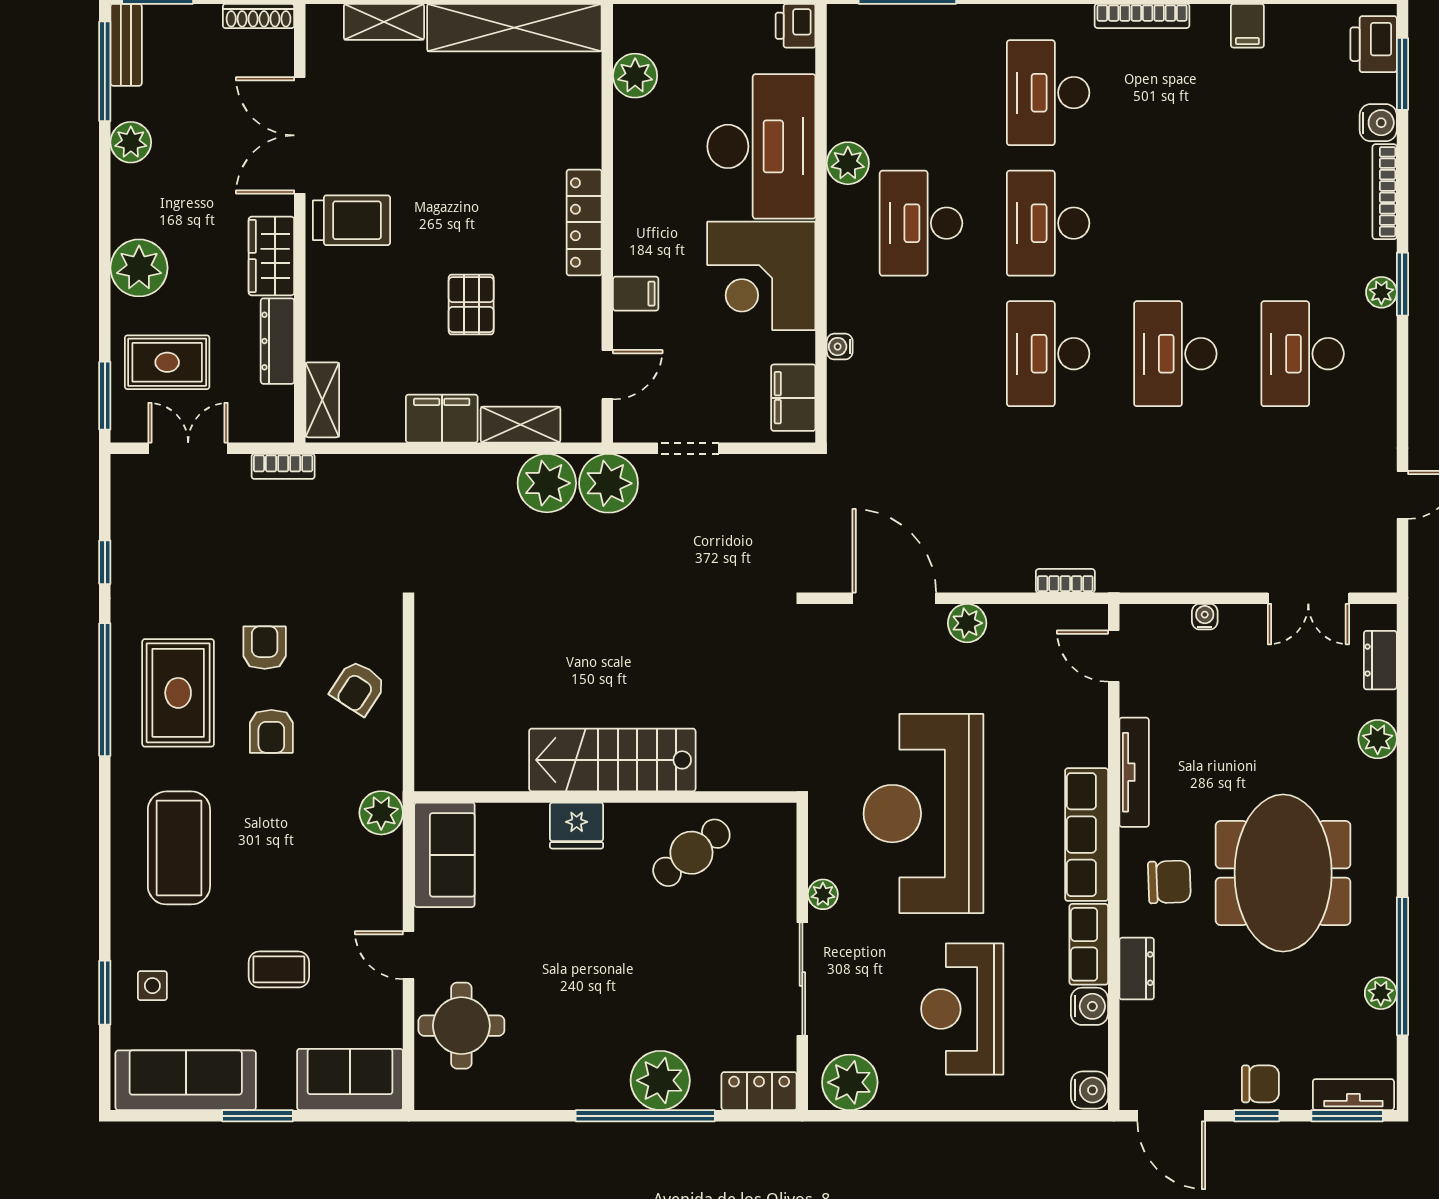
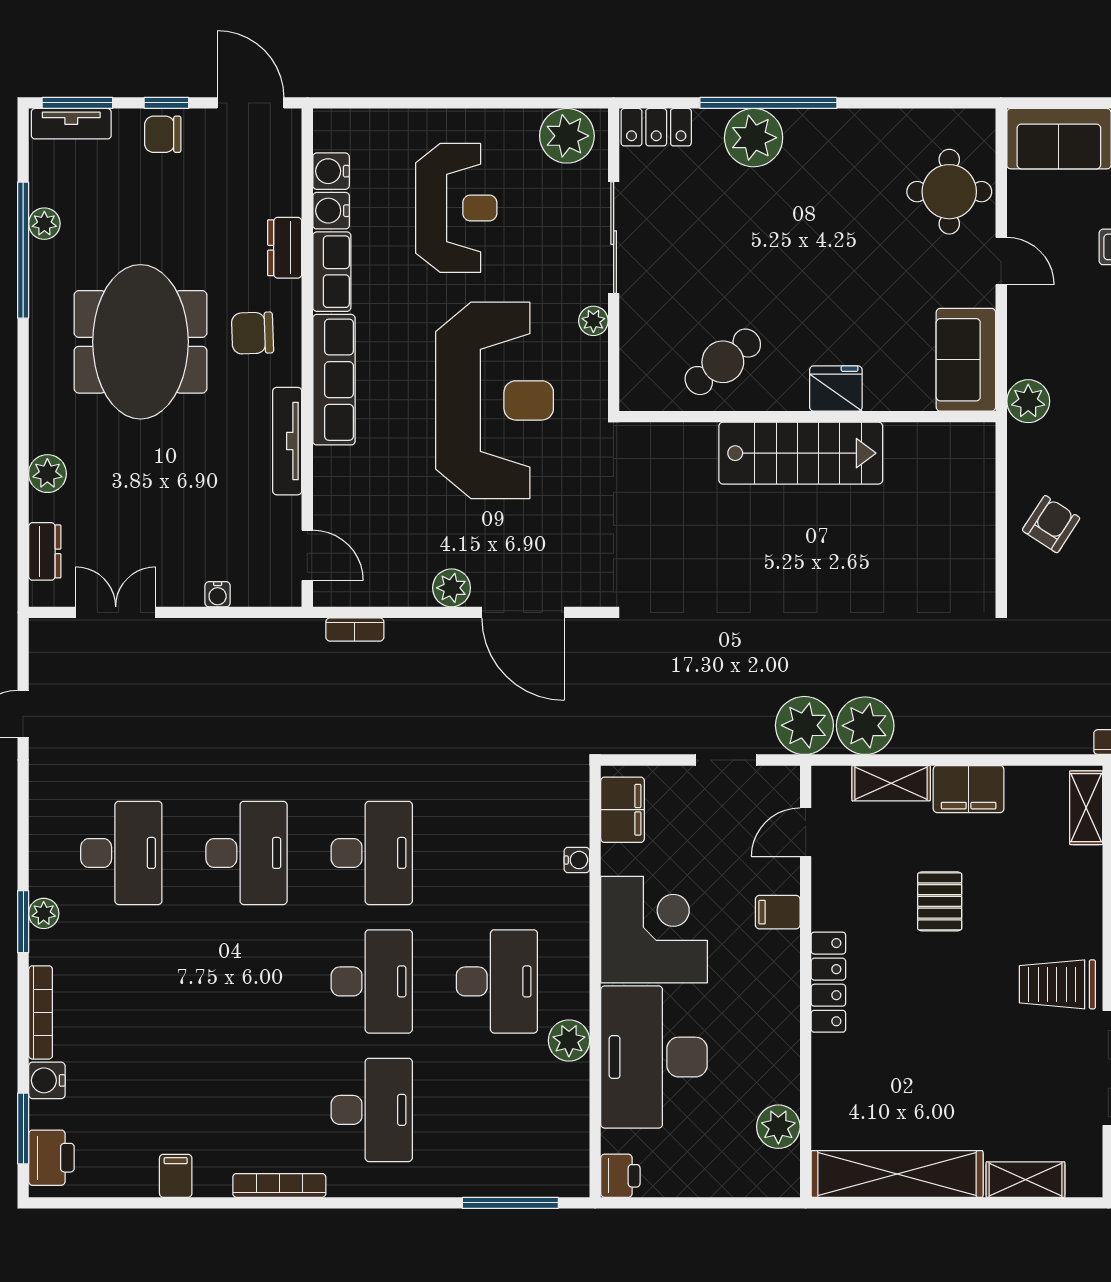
water cooler: (1089, 1090) -> (331, 171), moved

